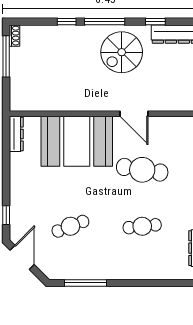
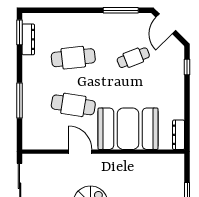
cafe table: (142, 226) -> (73, 58), width x1.37, depth x1.35
door: (22, 257) -> (166, 24), moved

